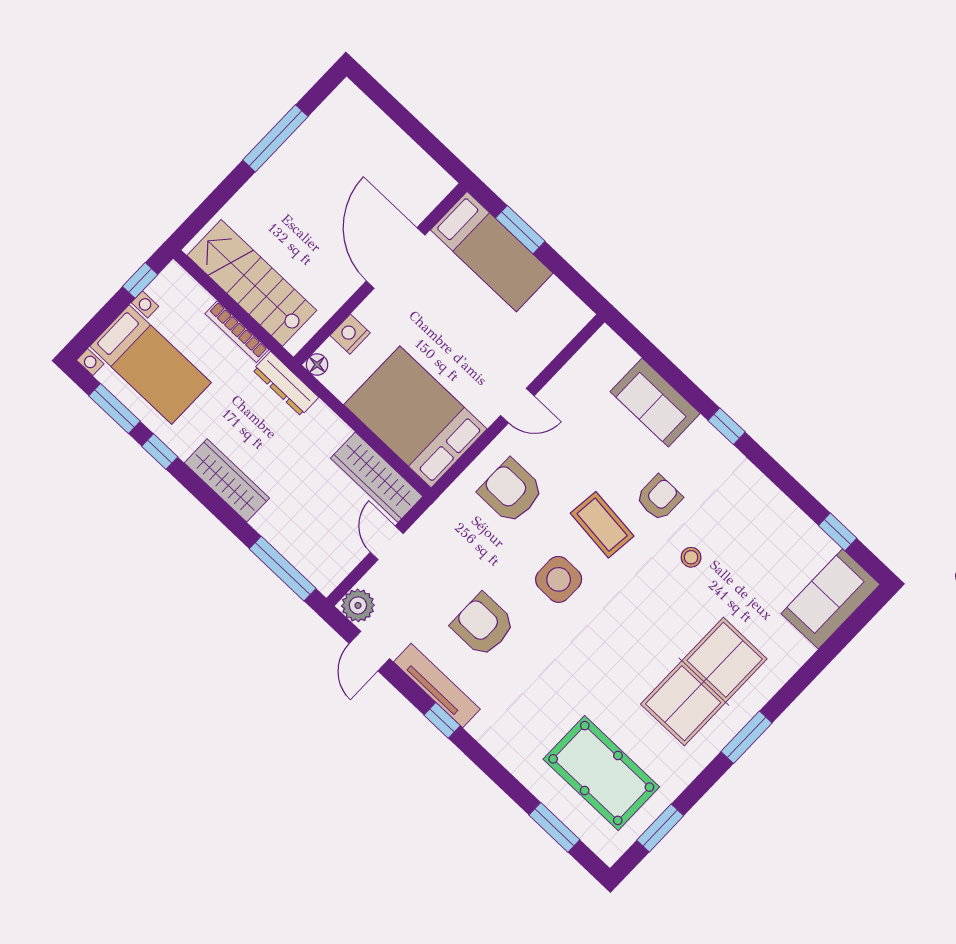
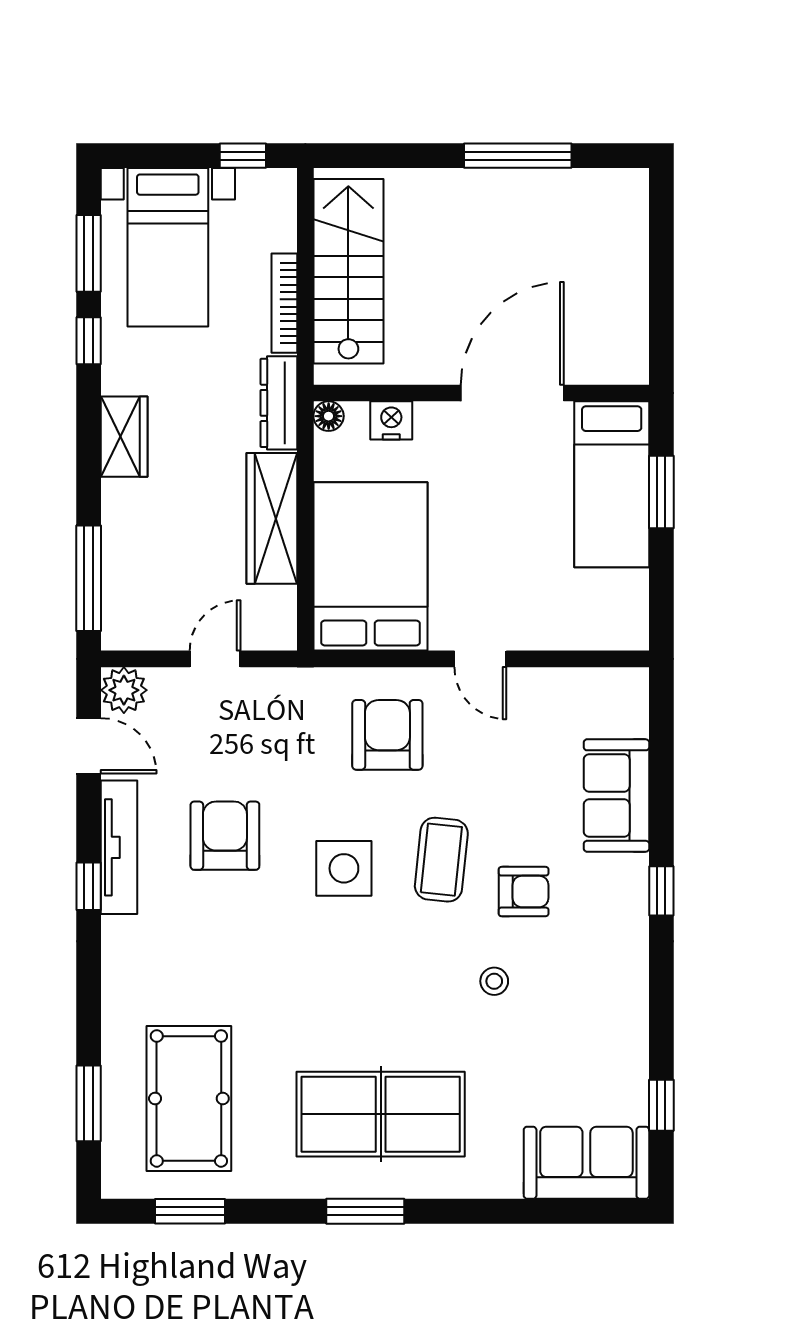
wardrobe: (377, 477) -> (272, 518), moved
wardrobe: (227, 480) -> (124, 437), width x0.67
door: (369, 651) -> (89, 746), swing flipped

